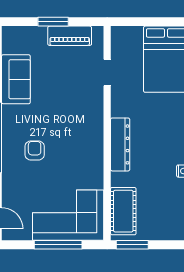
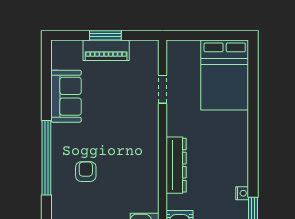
piano: (70, 36) -> (106, 50), moved

